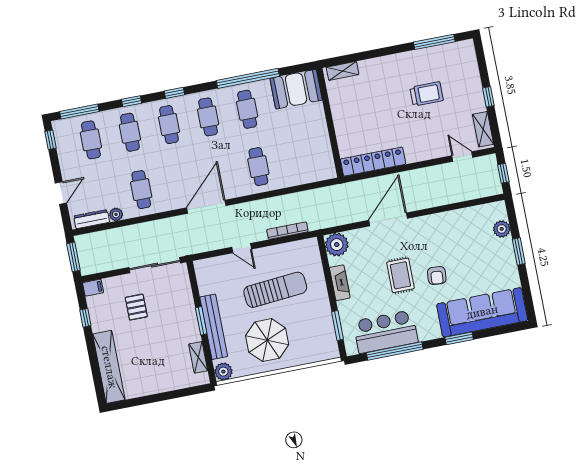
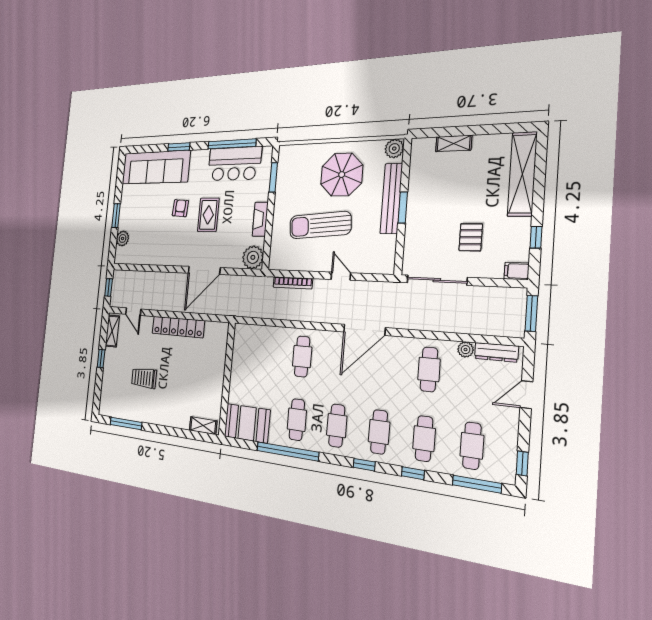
locker: (373, 162) -> (178, 327), moved
shelving: (198, 357) -> (454, 143), moved, turned 90

